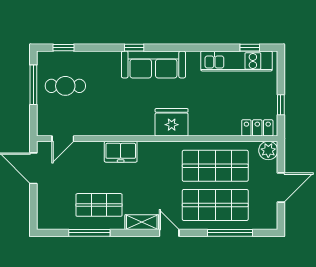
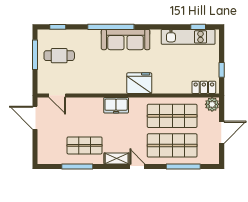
window: (134, 48) -> (111, 27), width x3.17
door: (63, 139) -> (57, 95), hinge flipped
freezer: (121, 152) -> (116, 105), moved

